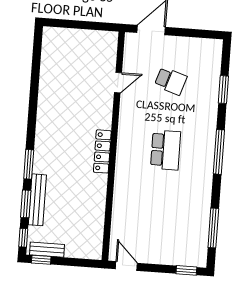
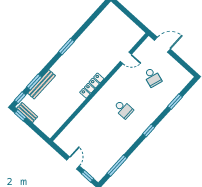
school desk: (166, 150) -> (123, 109), width x0.54
window: (219, 152) -> (149, 131), width x0.46
window: (29, 164) -> (66, 47), moved
door: (126, 266) -> (73, 163), moved

